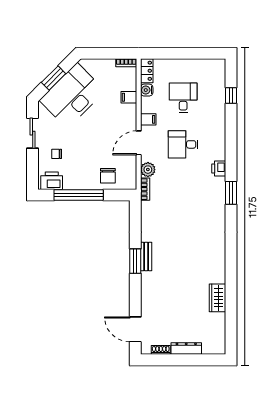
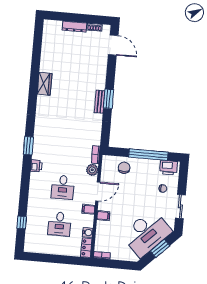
filing cabinet: (129, 97) -> (103, 216), moved
desk: (183, 144) -> (63, 187), turned 90
wardrobe: (218, 298) -> (45, 84), moved

